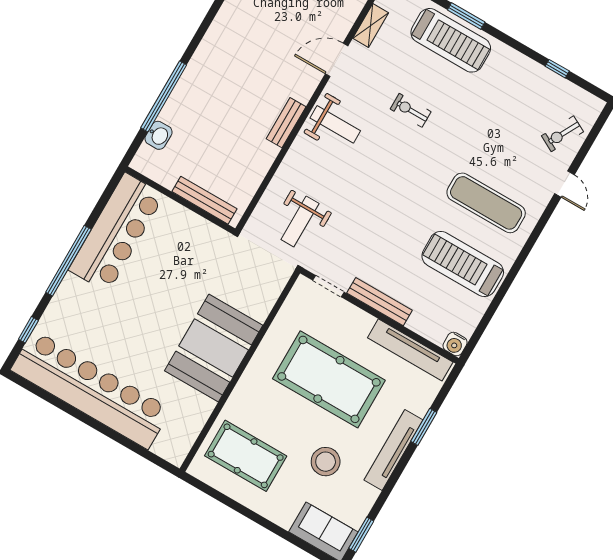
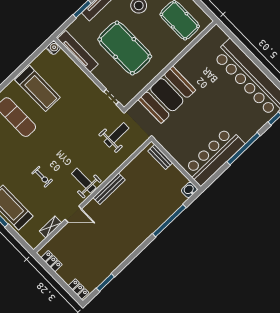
bench: (286, 123) -> (109, 189), width x1.36
washbasin: (159, 135) -> (189, 190), moved
bench: (204, 200) -> (160, 157), width x0.73
bench: (380, 302) -> (87, 81), removed
booth: (214, 348) -> (167, 95), moved

